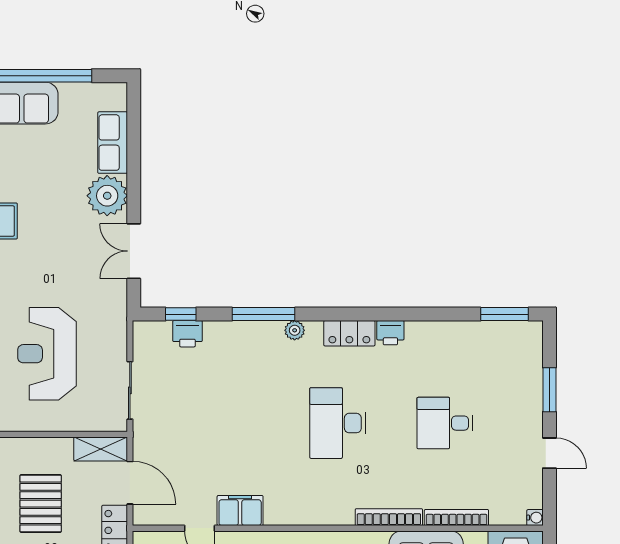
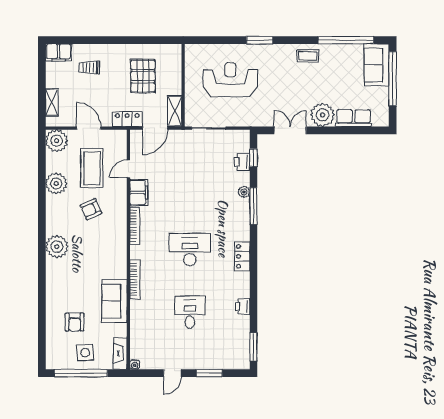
plant: (295, 330) -> (244, 192), moved
printer: (390, 333) -> (243, 306), moved
pallet: (41, 504) -> (143, 76), turned 90
bookcase: (456, 518) -> (135, 226), moved

